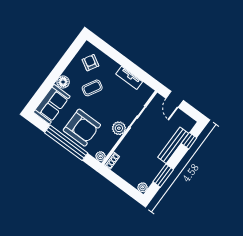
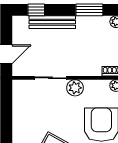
tv unit: (129, 78) -> (18, 114), removed

